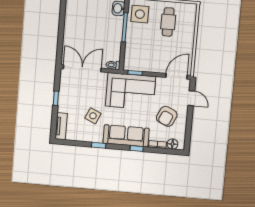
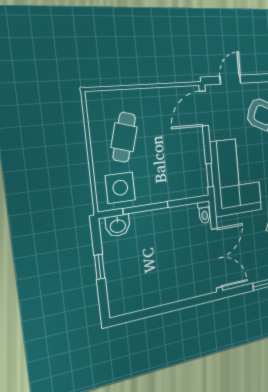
cafe table: (168, 22) -> (124, 137), turned -74
double door: (82, 68) -> (217, 258), swing flipped
door: (176, 76) -> (204, 108), hinge flipped

